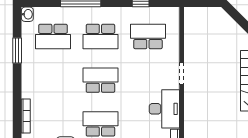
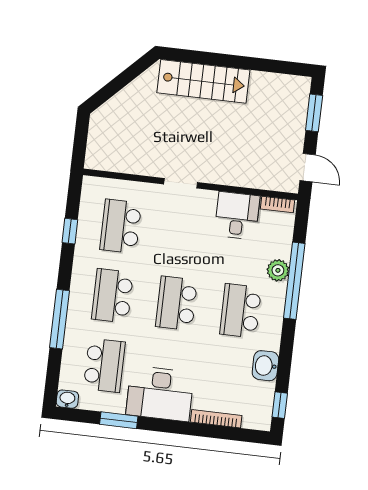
school desk: (100, 36) -> (112, 296), turned 180
desk: (38, 76) -> (160, 394), added
desk: (164, 109) -> (237, 216), width x0.73

